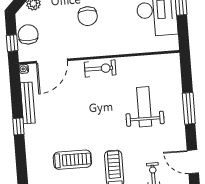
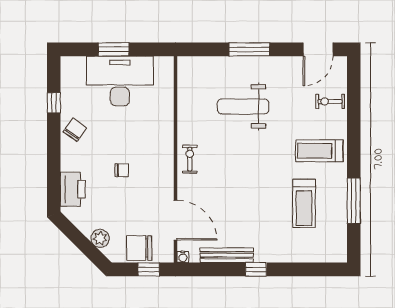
chair: (88, 16) -> (122, 170), width x0.54, depth x0.54
exercise bike: (100, 69) -> (190, 159), width x0.73, depth x0.72
treadmill: (72, 160) -> (304, 203), turned 180

